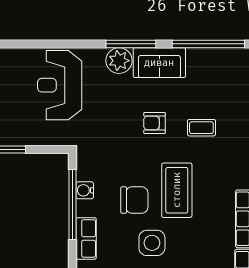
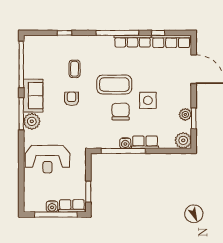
armchair: (154, 123) -> (72, 99), turned 180
water cooler: (85, 190) -> (125, 143), moved

